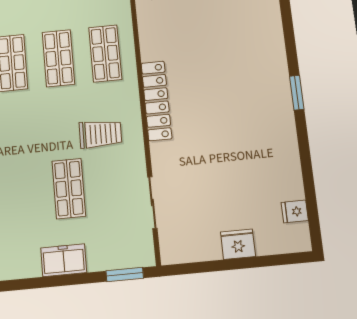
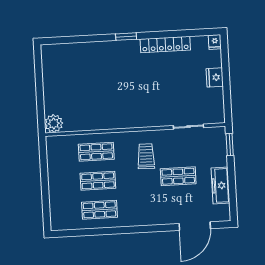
locker: (156, 101) -> (165, 44), moved, turned 180
fridge: (295, 211) -> (215, 42), moved
freezer: (64, 260) -> (220, 185), width x1.40

